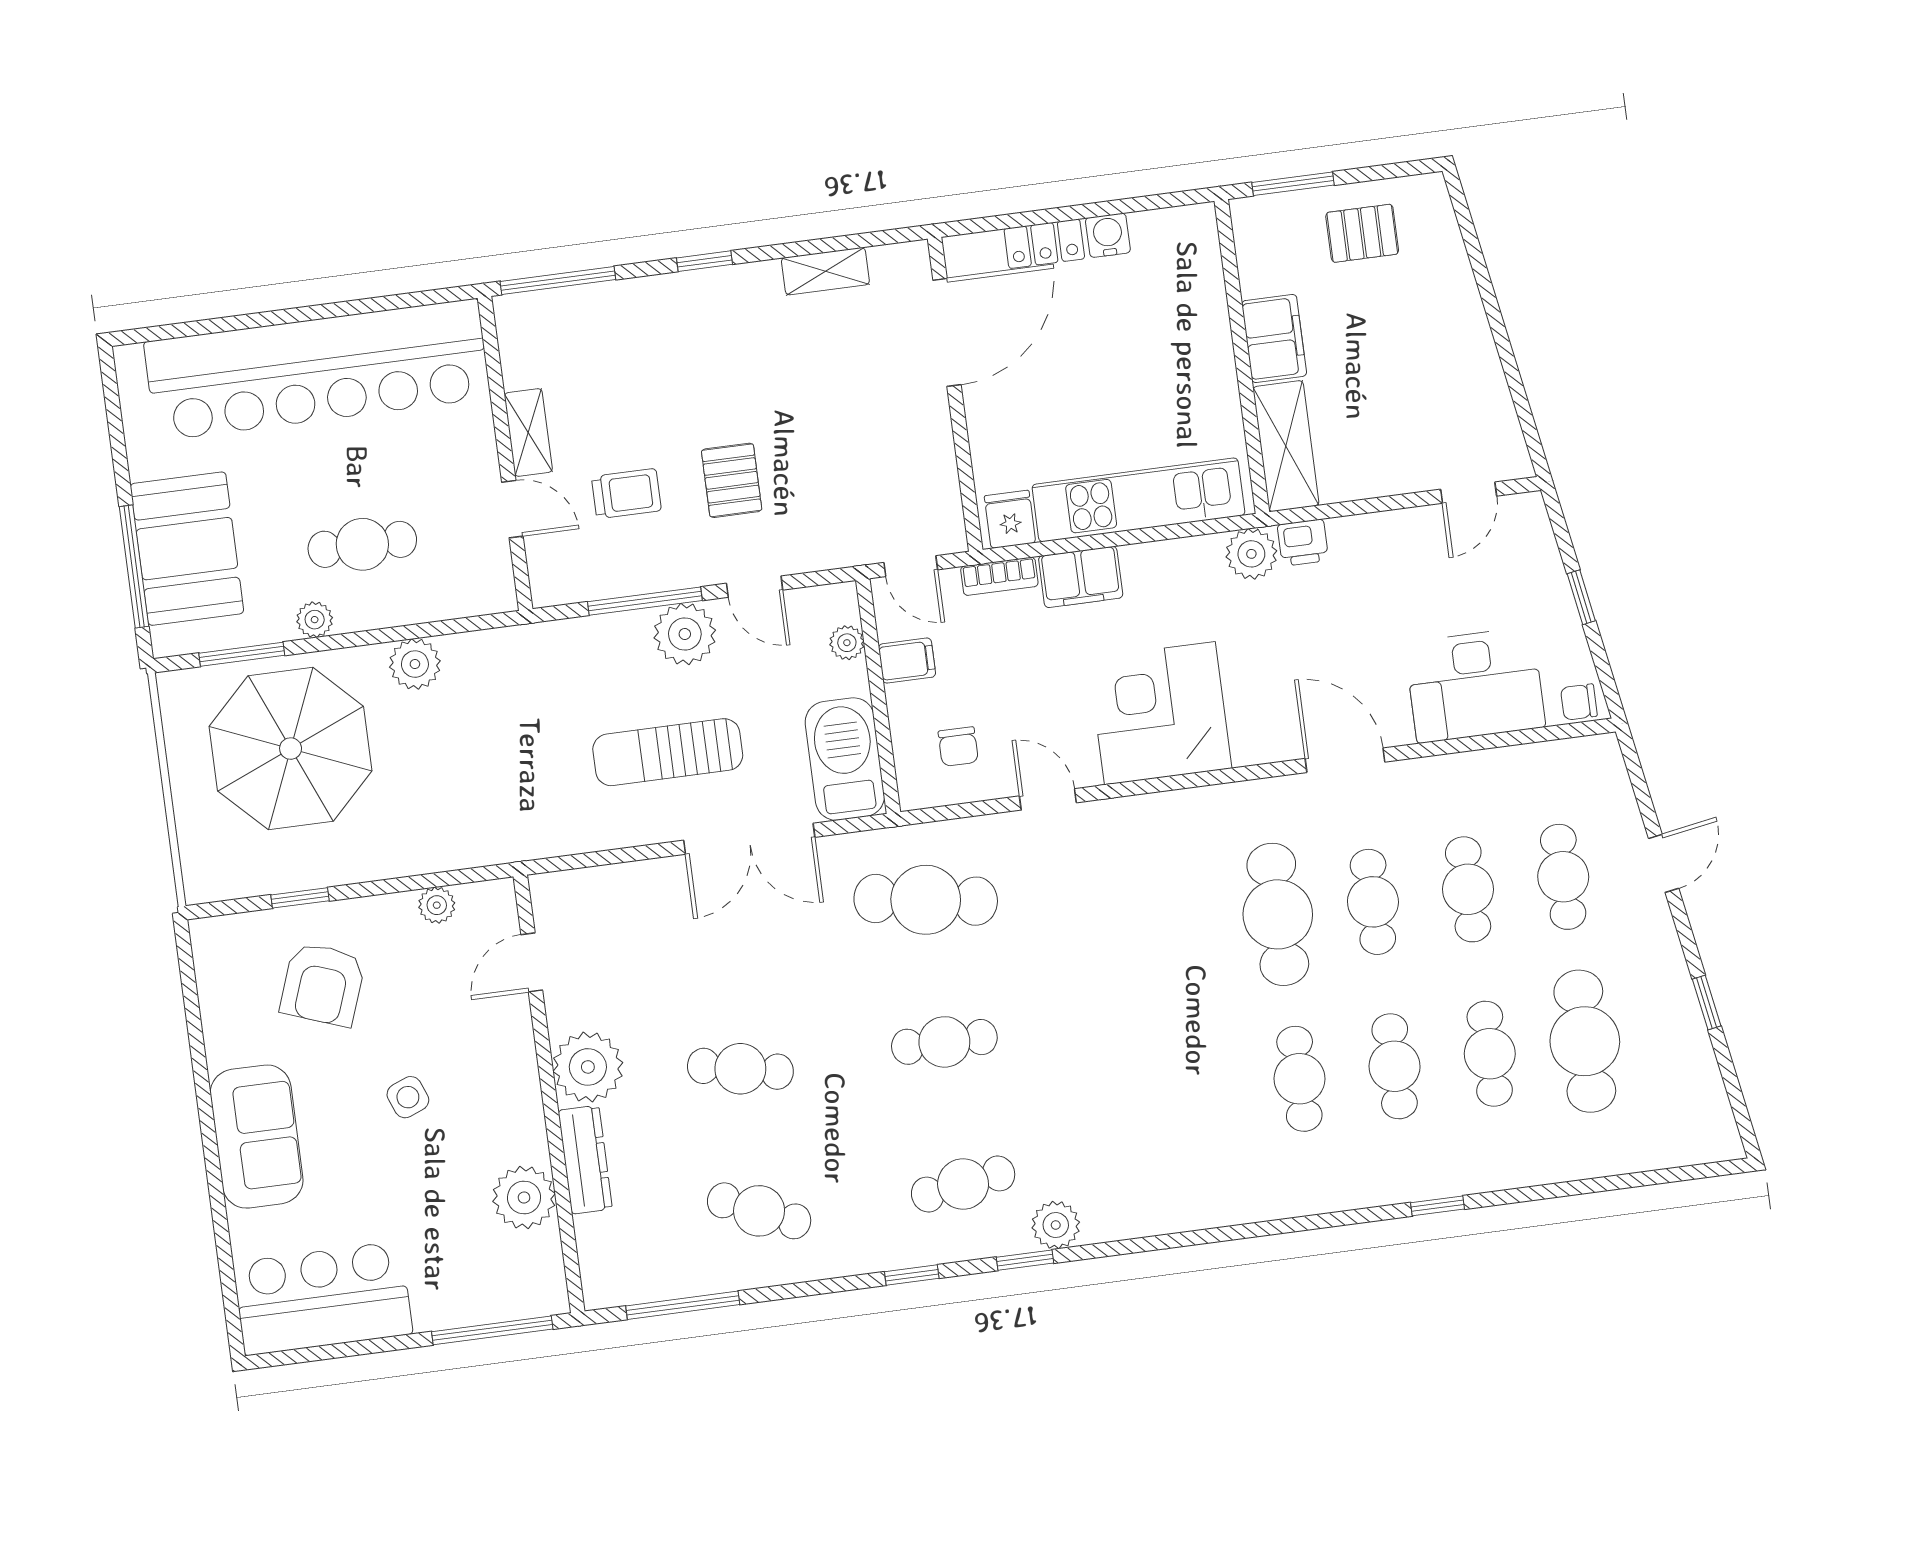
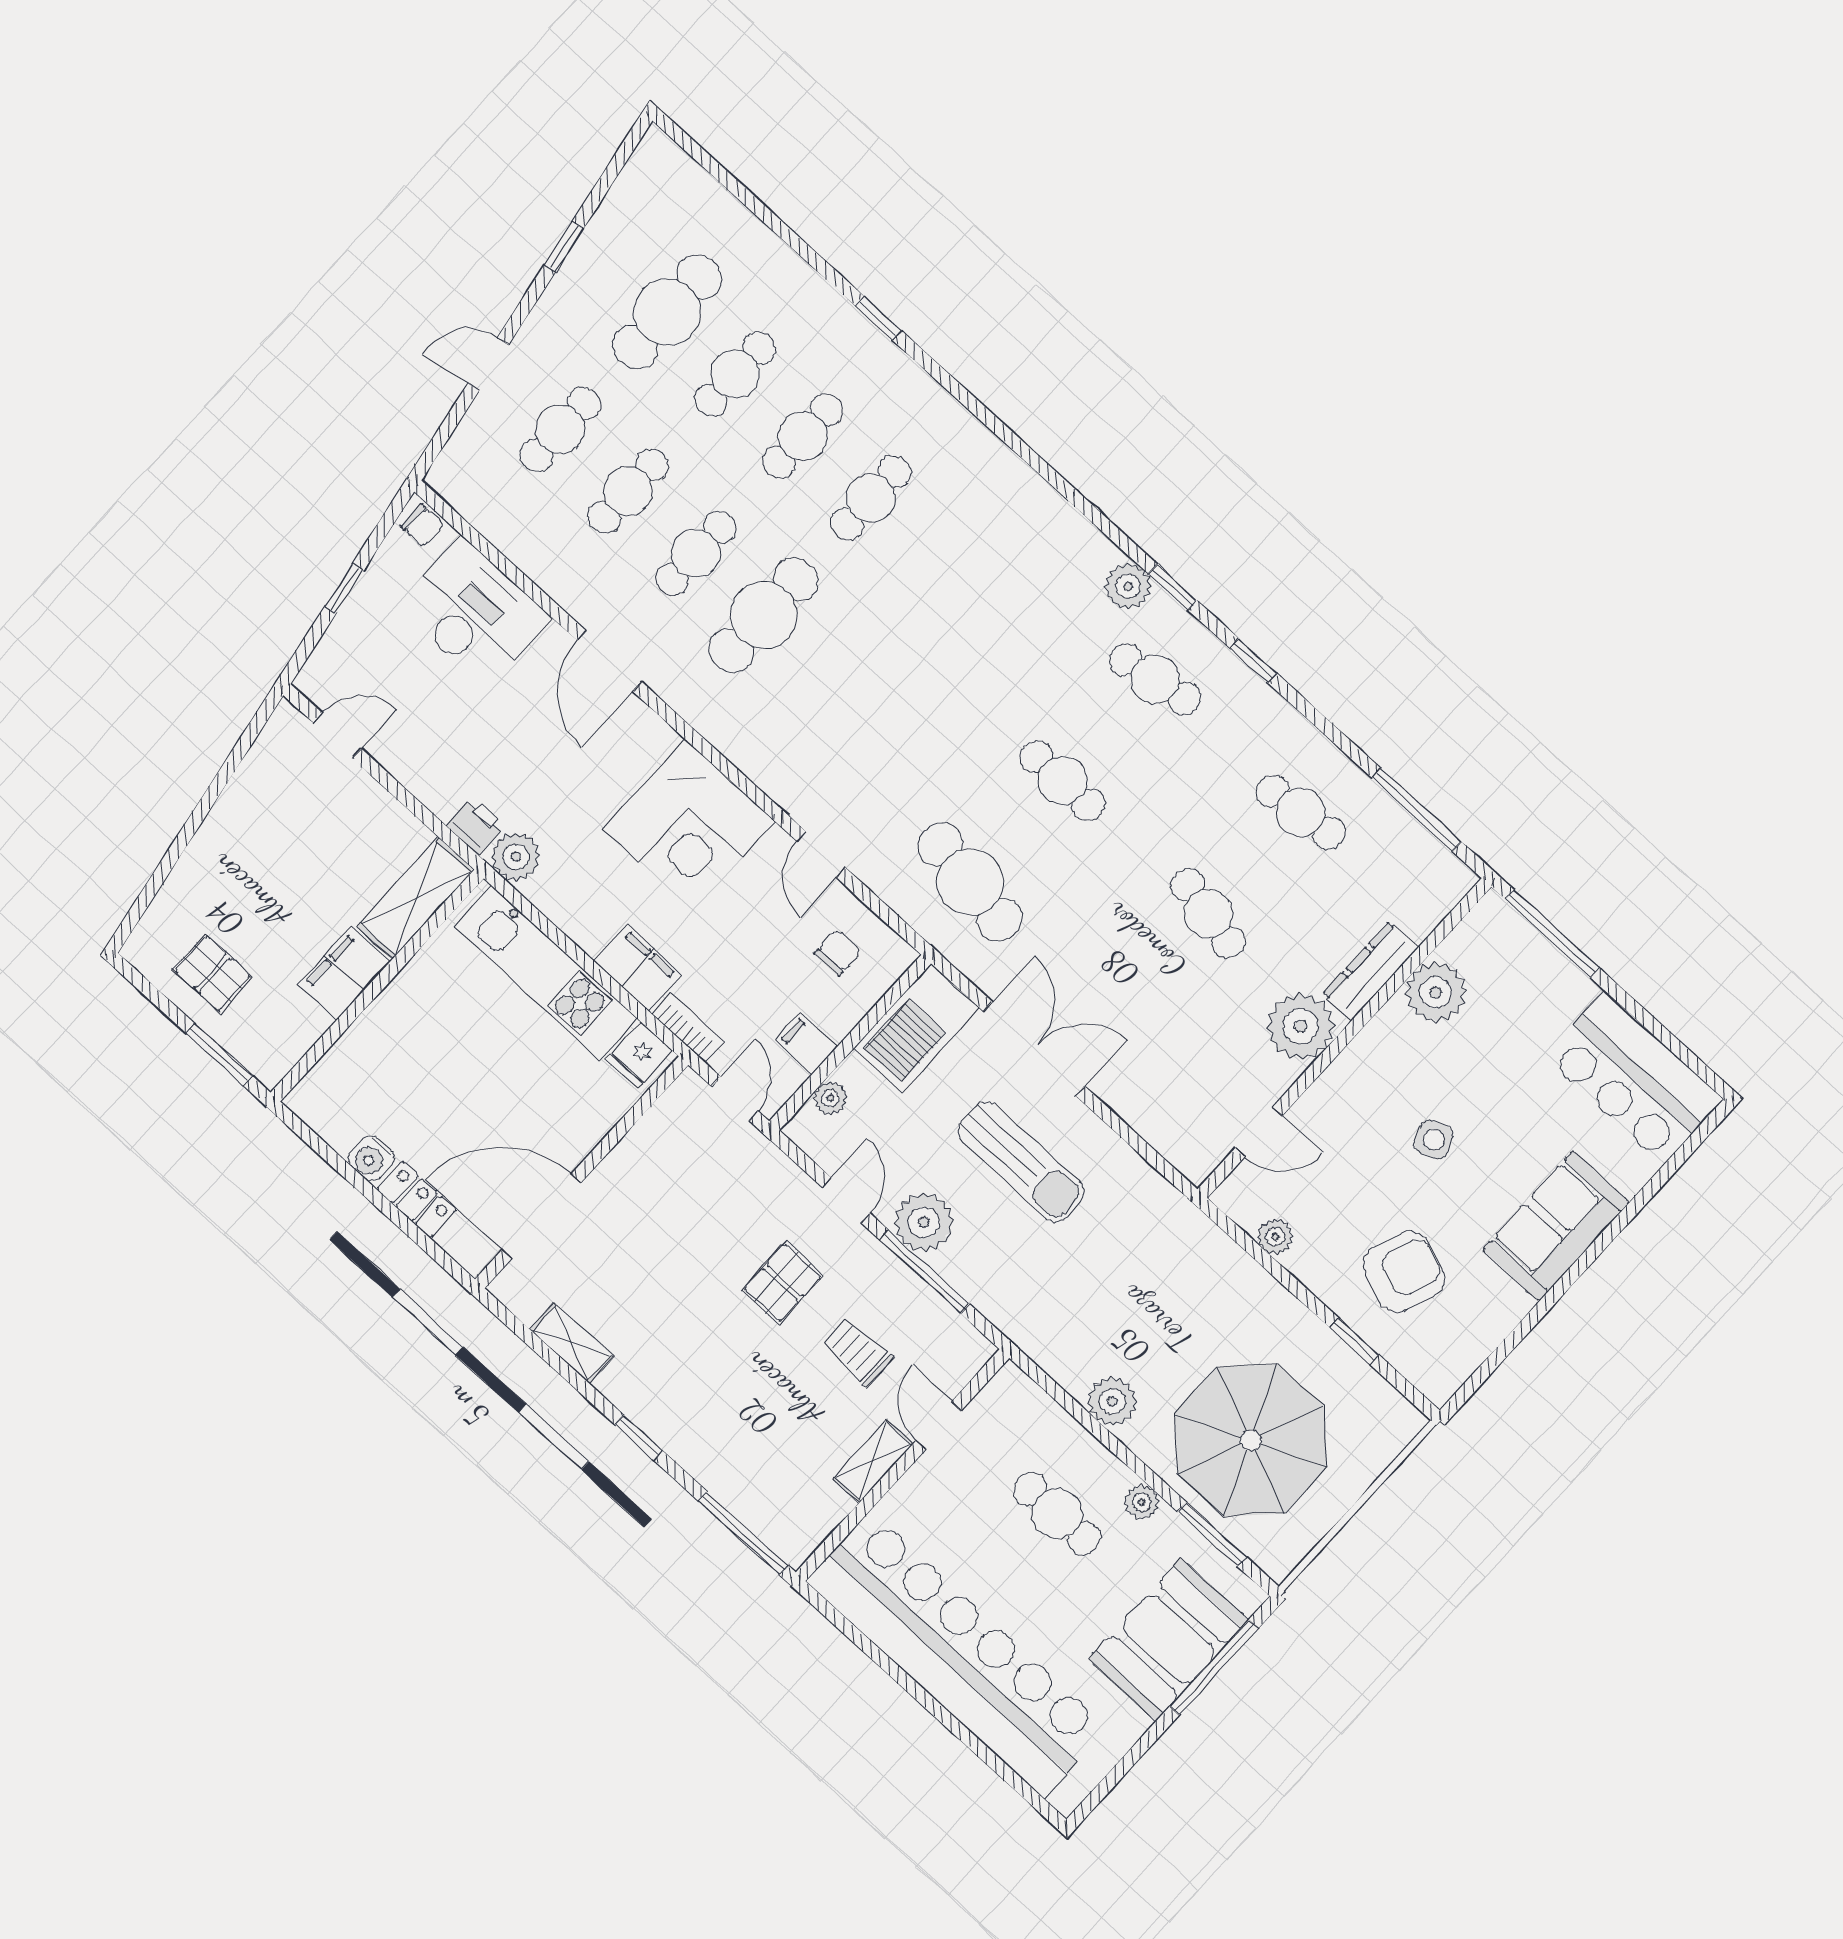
cafe table: (759, 1211) -> (1301, 812), turned -30

